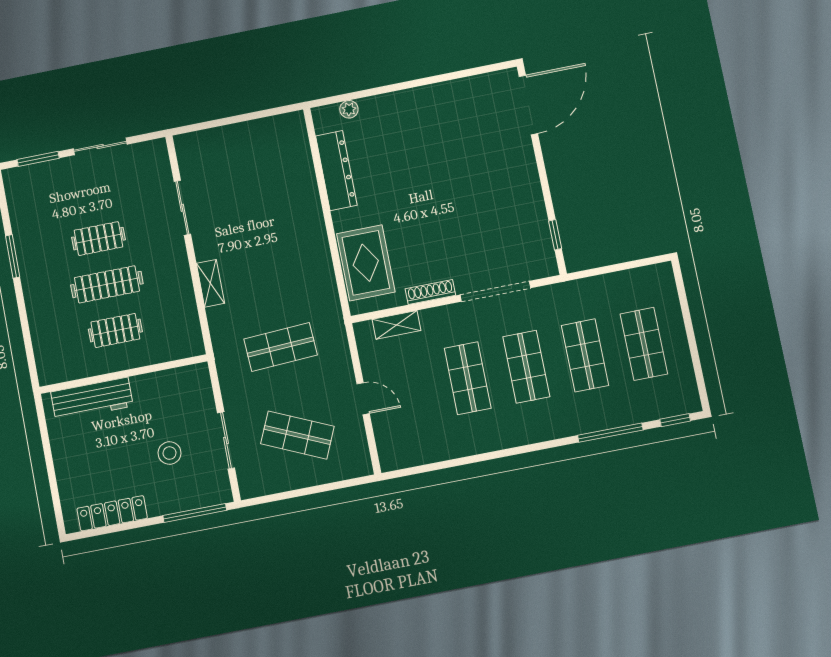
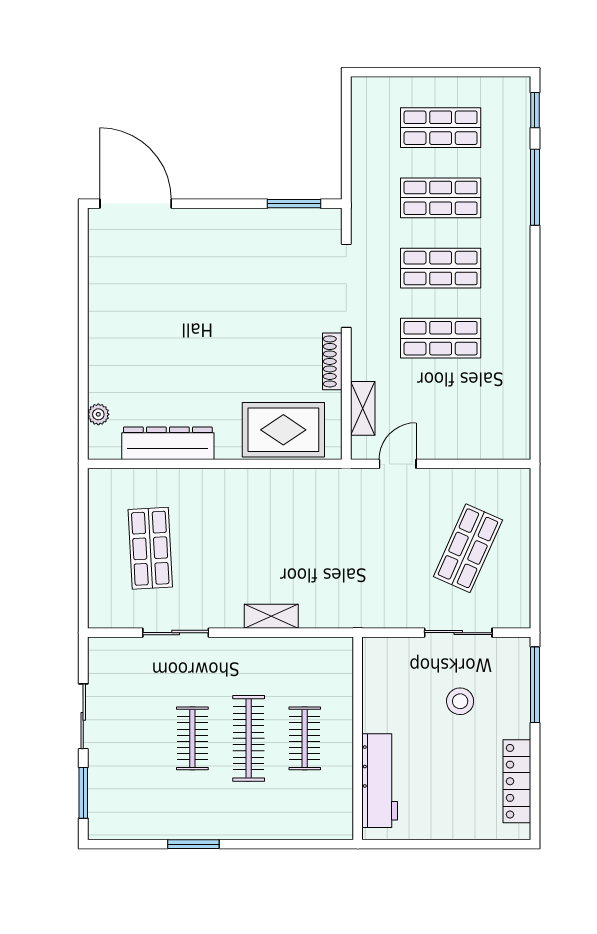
window: (555, 235) -> (294, 204), width x1.50
shop shelf: (281, 347) -> (150, 548), moved
door: (363, 399) -> (398, 464), moved

